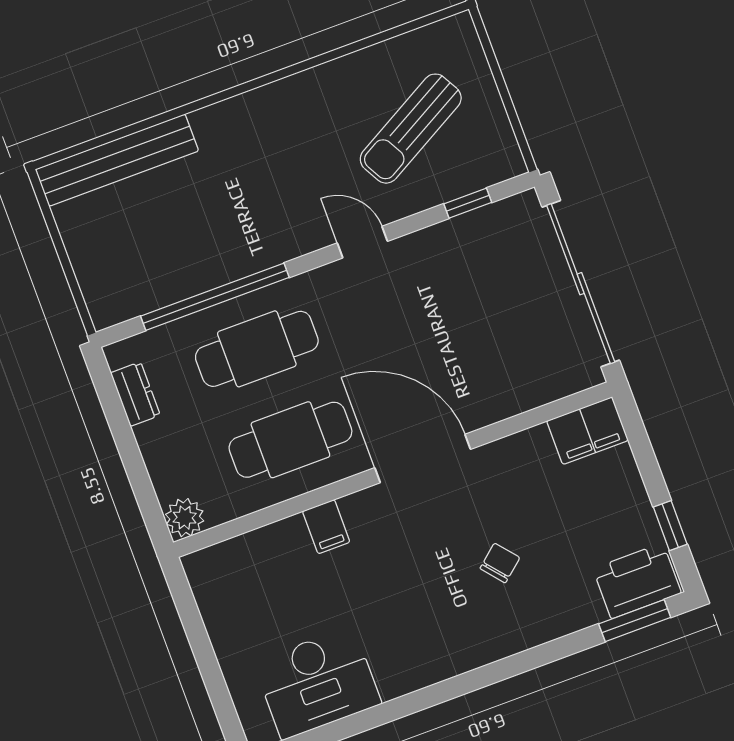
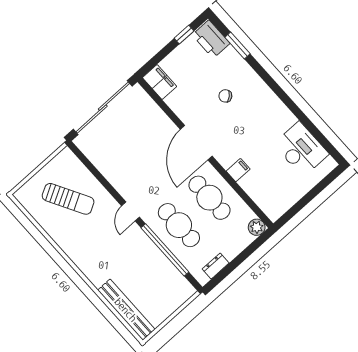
window: (468, 203) -> (89, 165), removed
door: (362, 242) -> (131, 211), moved
window: (635, 621) -> (238, 45), moved

